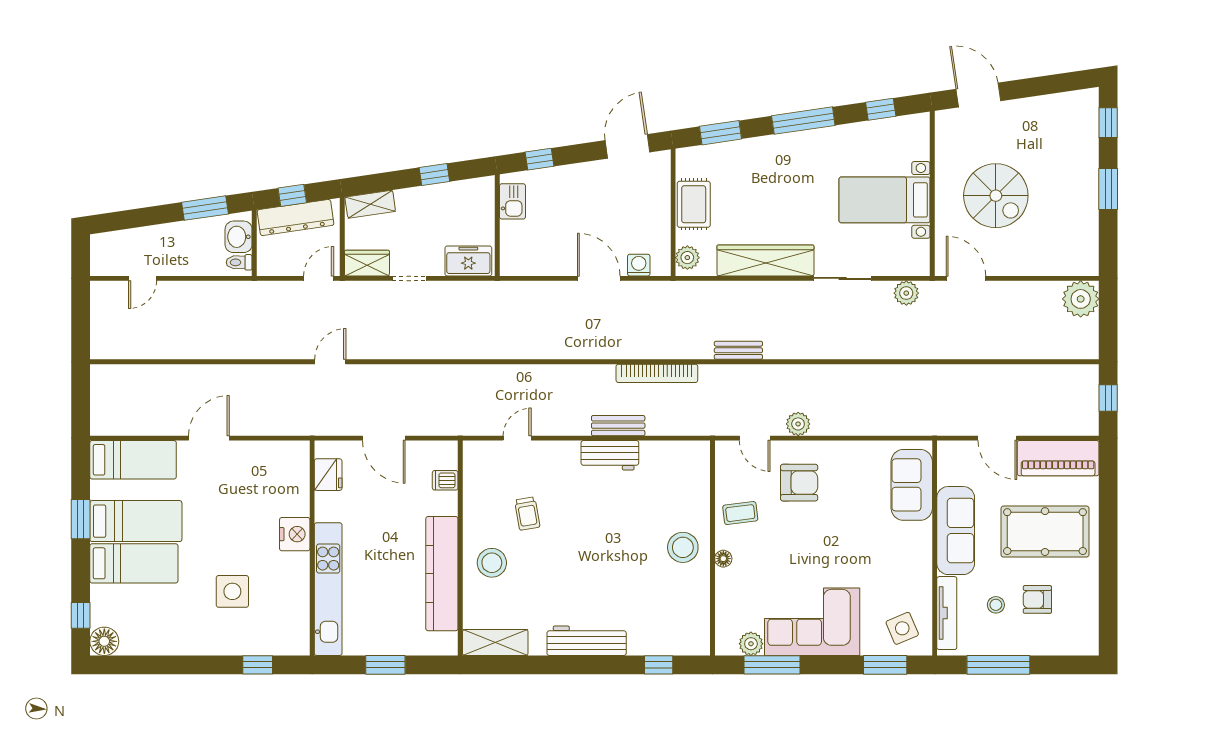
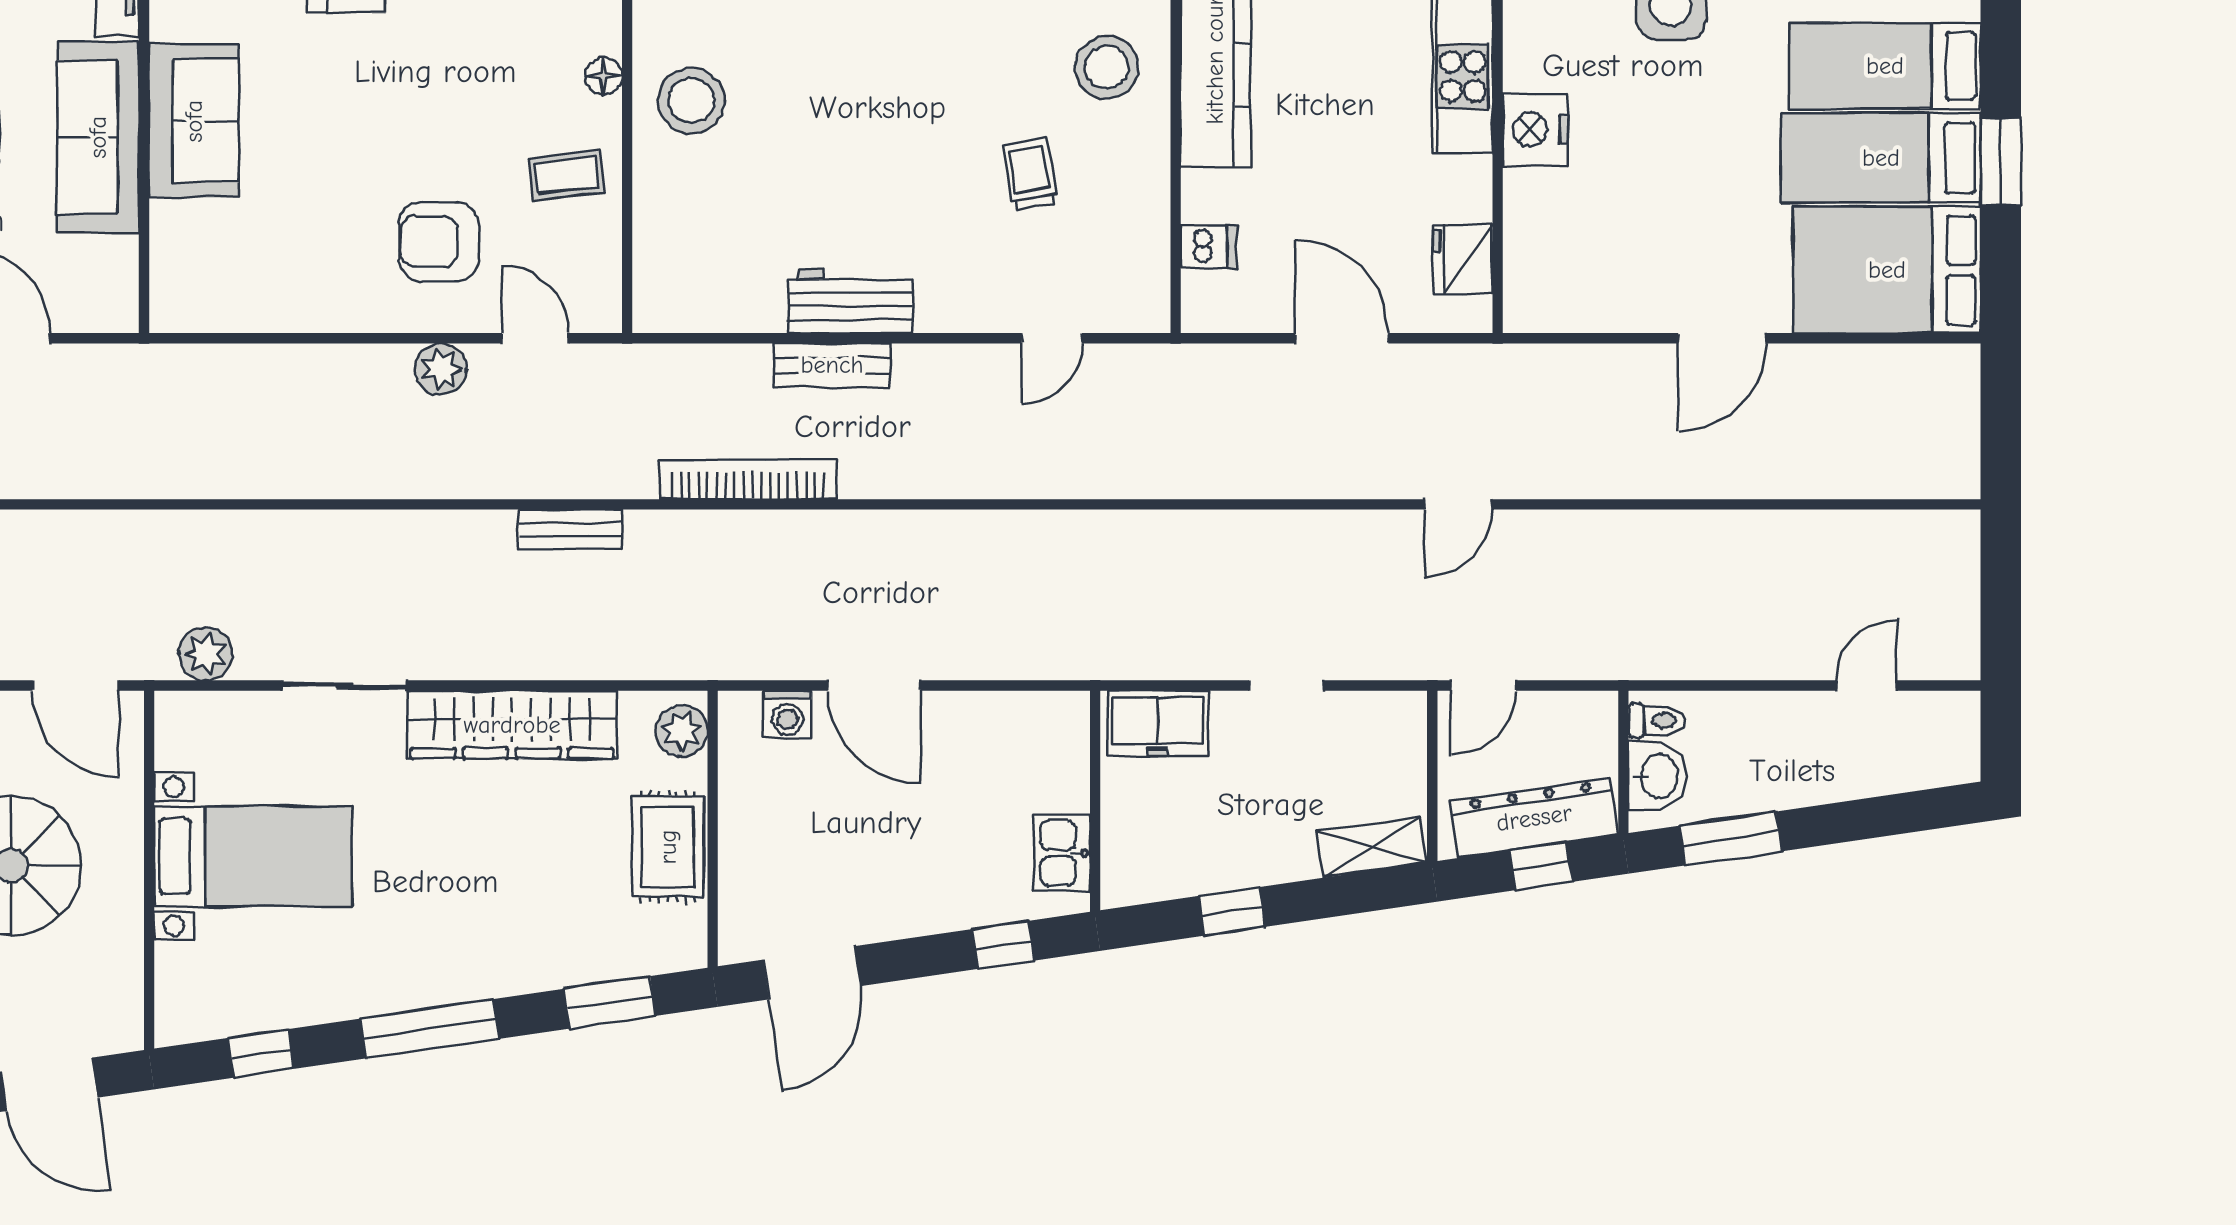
wardrobe: (367, 263) -> (1379, 719), removed
bed: (133, 460) -> (1887, 270), width x1.50
sofa: (912, 485) -> (194, 121), moved

